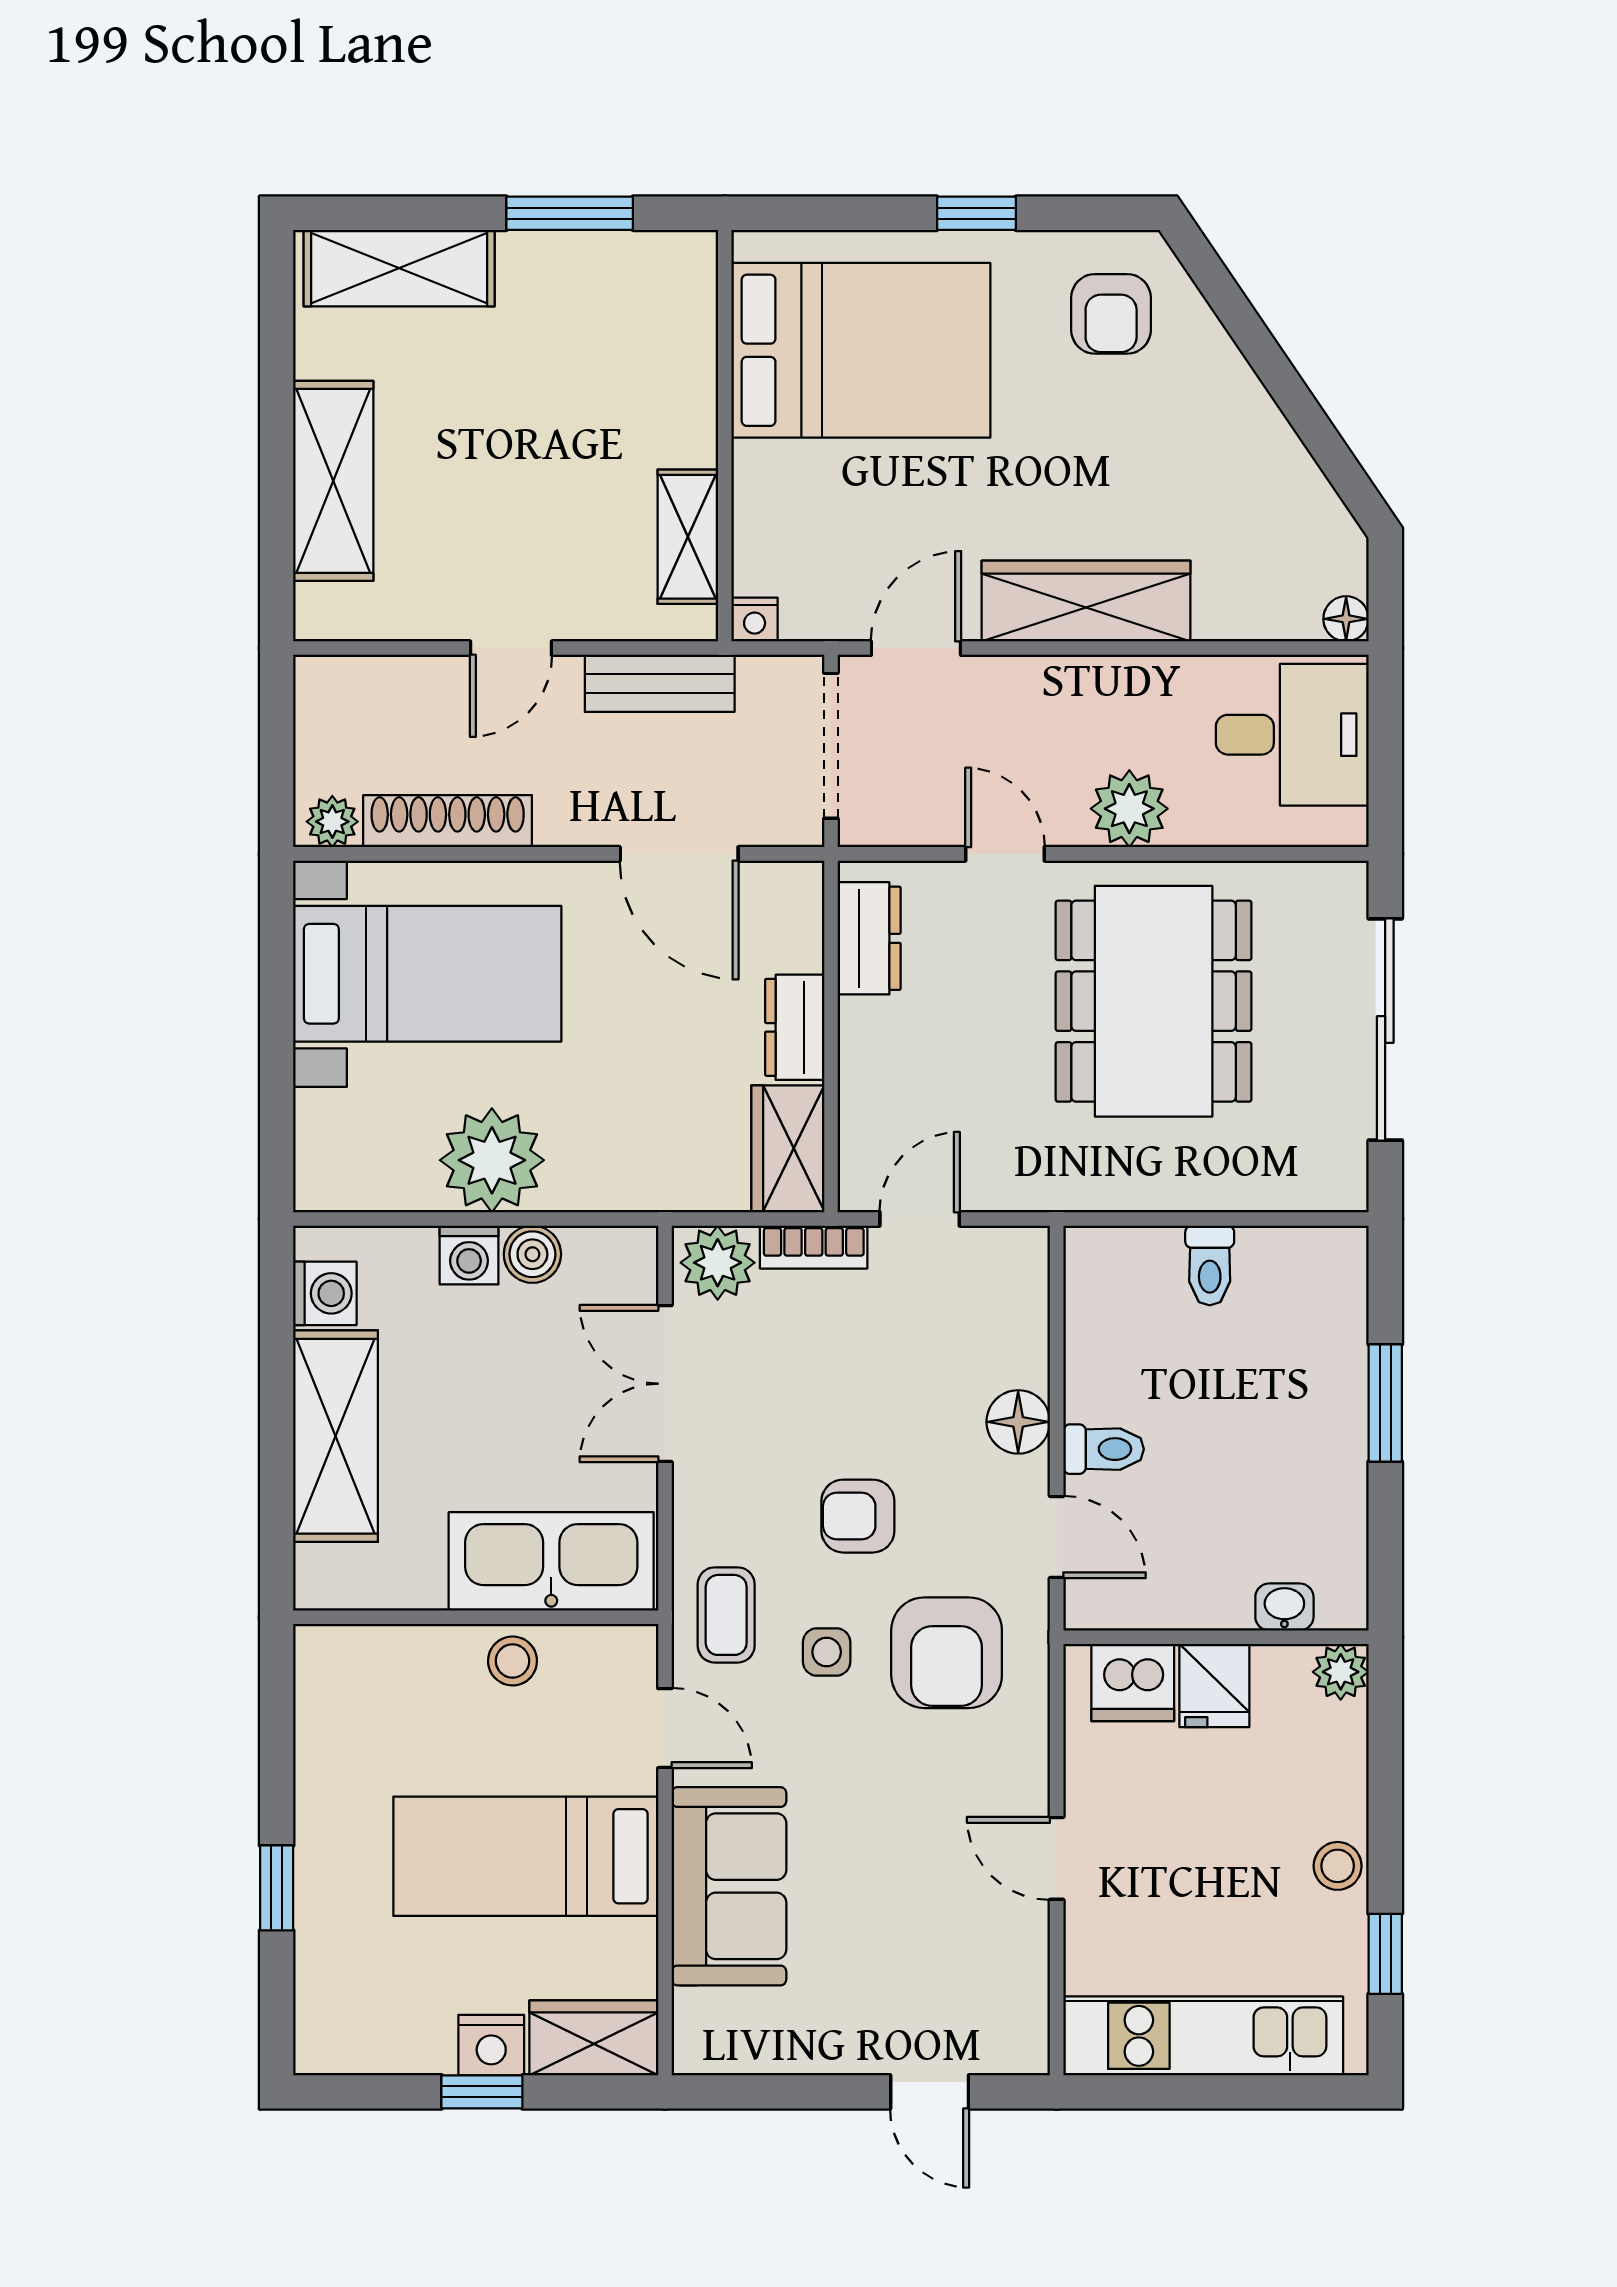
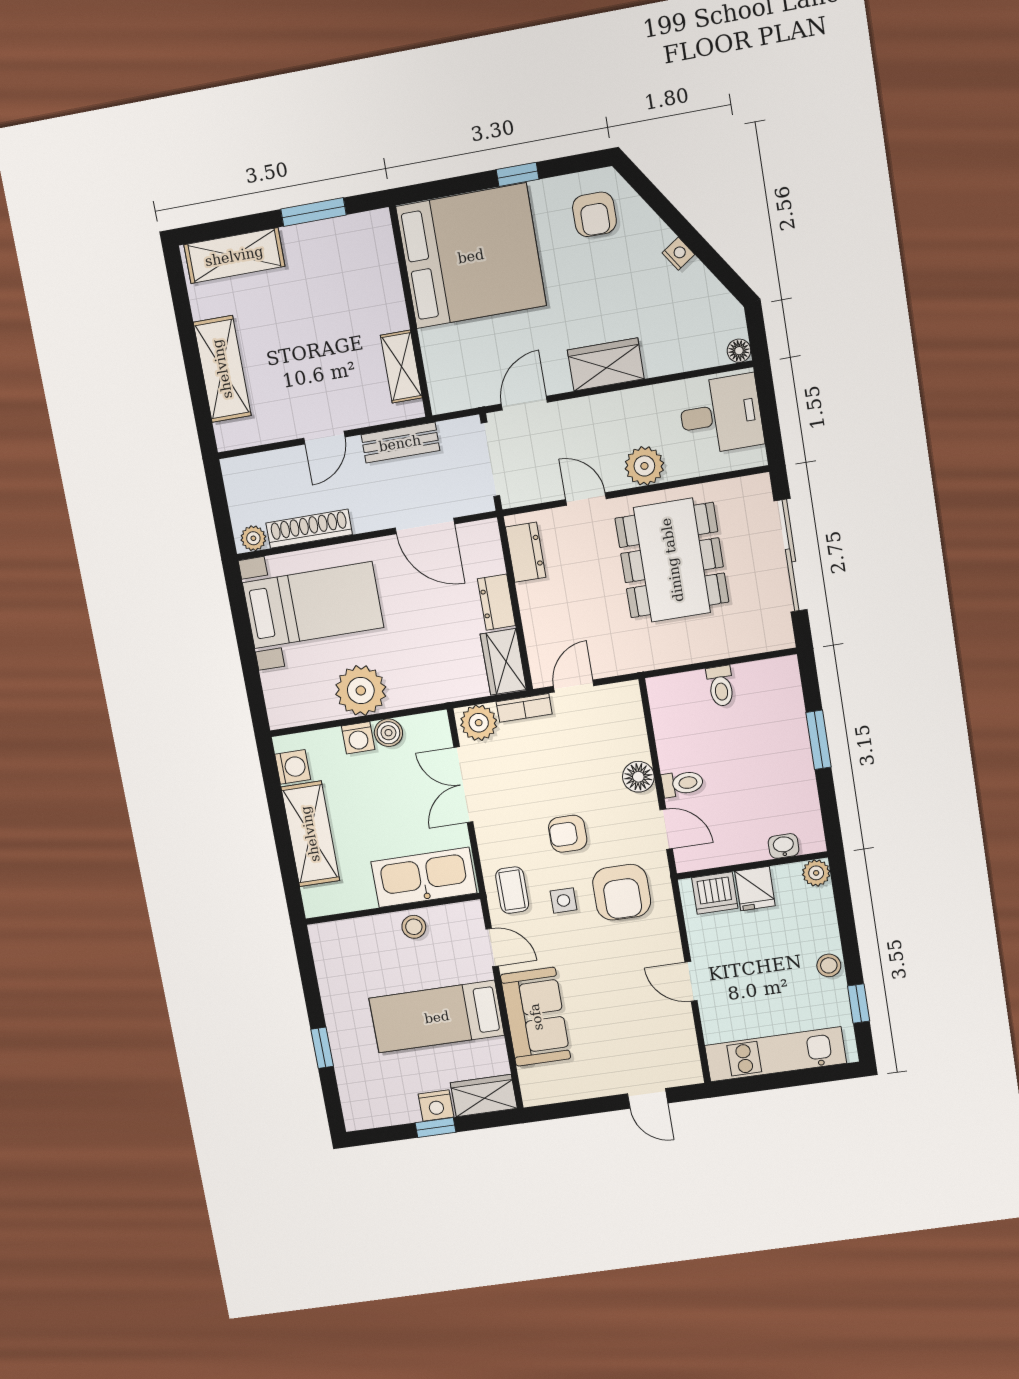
bed: (861, 350) -> (471, 256), width x1.36
wardrobe: (1086, 601) -> (606, 364), width x0.67
nightstand: (755, 620) -> (678, 254), moved, turned -124

